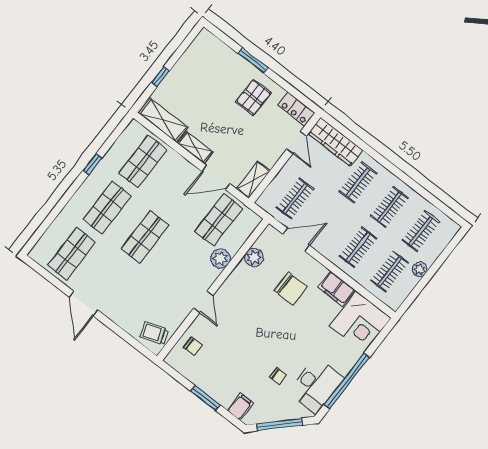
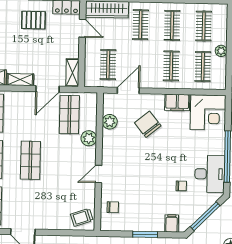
pallet: (253, 97) -> (33, 20), turned 90
chair: (291, 289) -> (148, 124), turned -129
door: (203, 302) -> (98, 174), swing flipped

